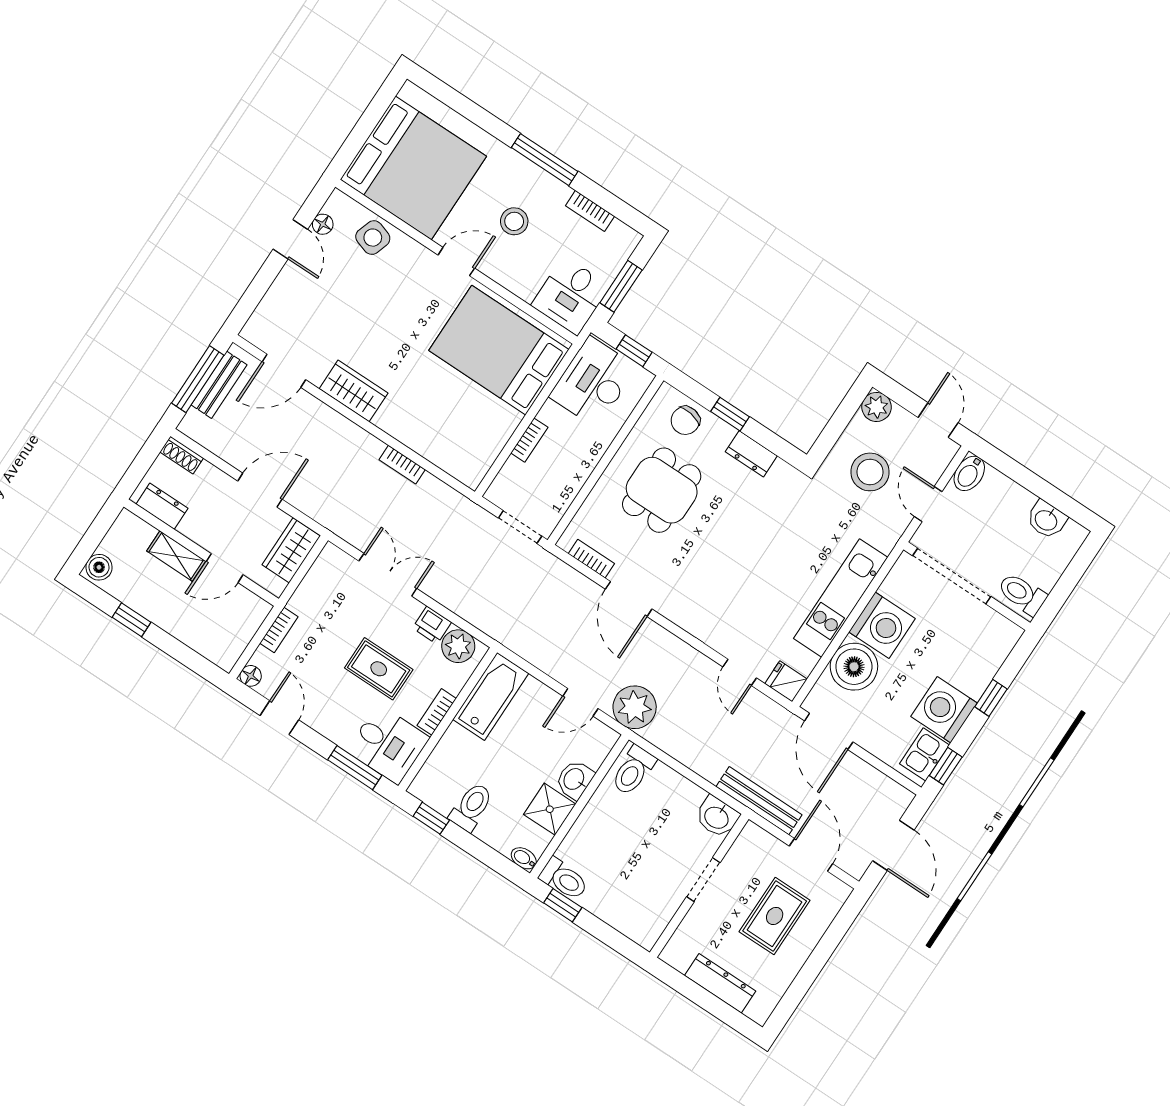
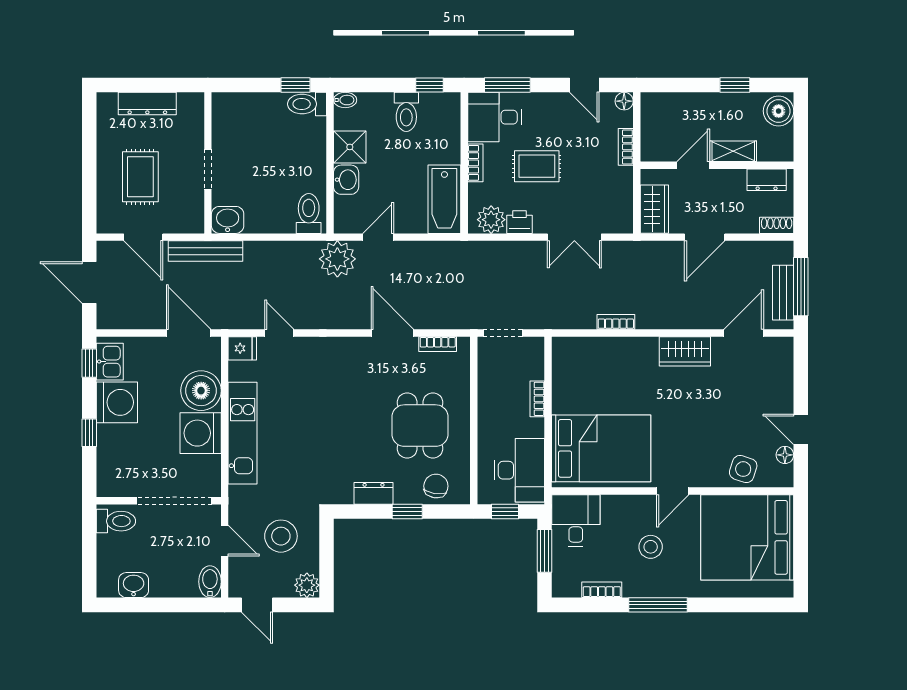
boiler: (99, 567) -> (779, 111), width x1.36, depth x1.36

